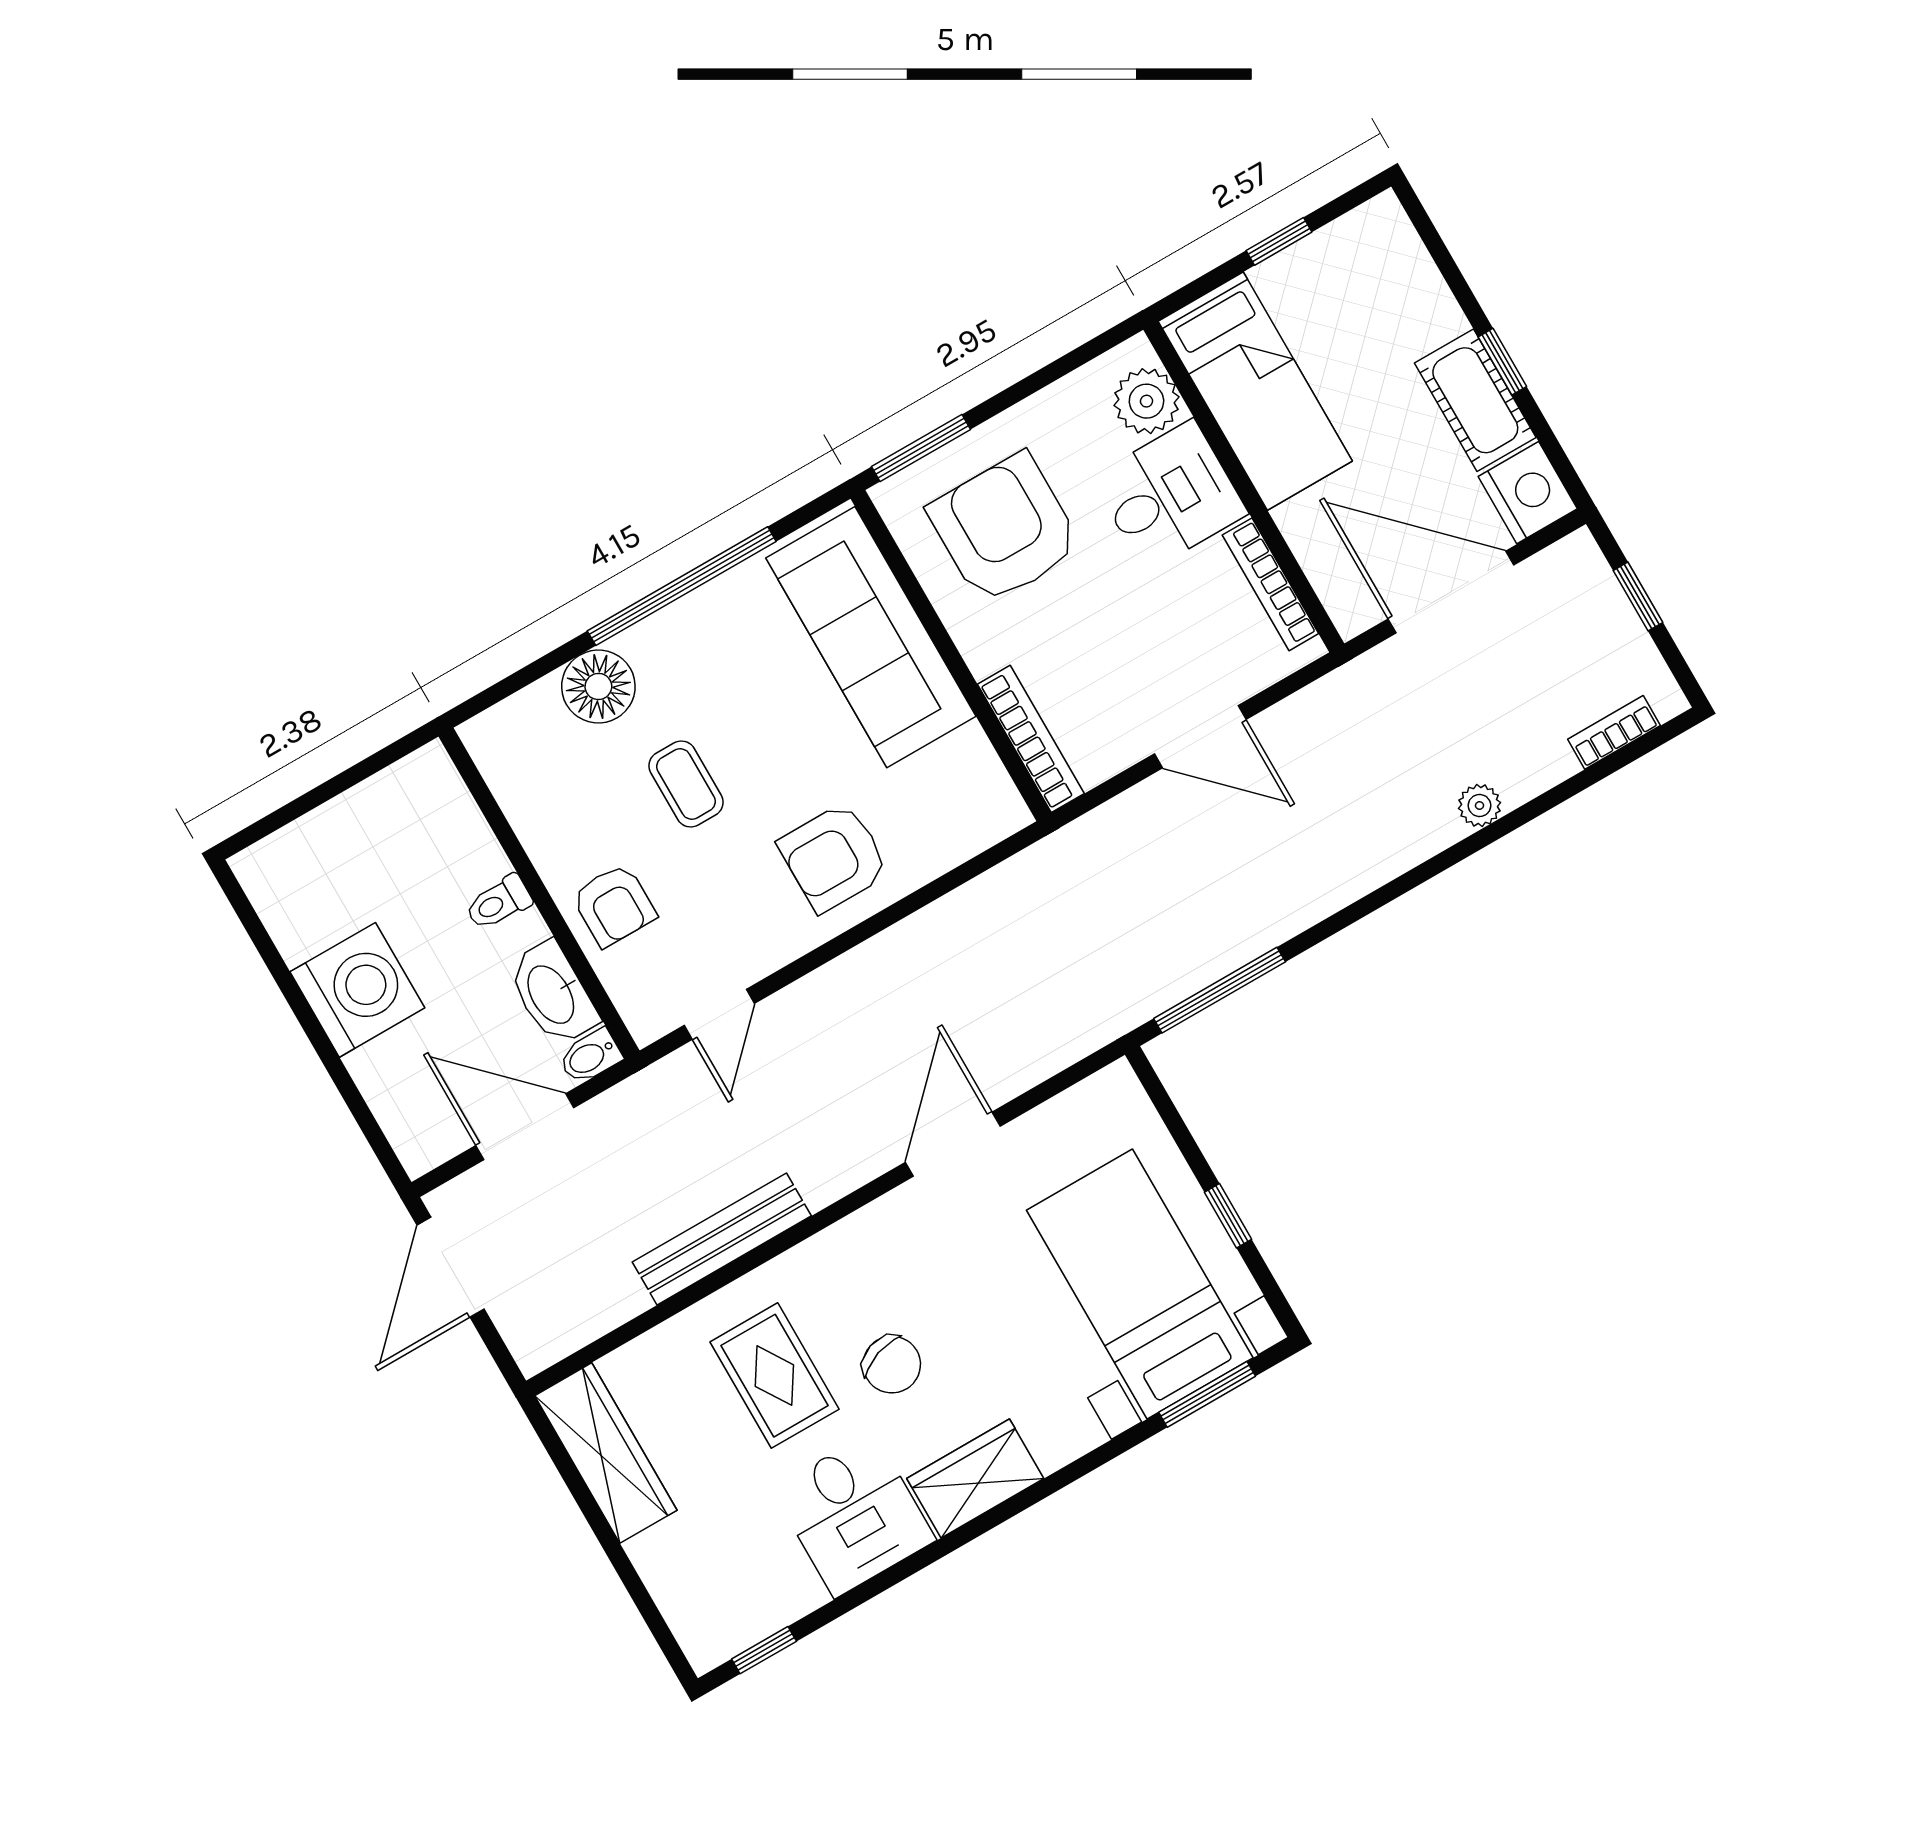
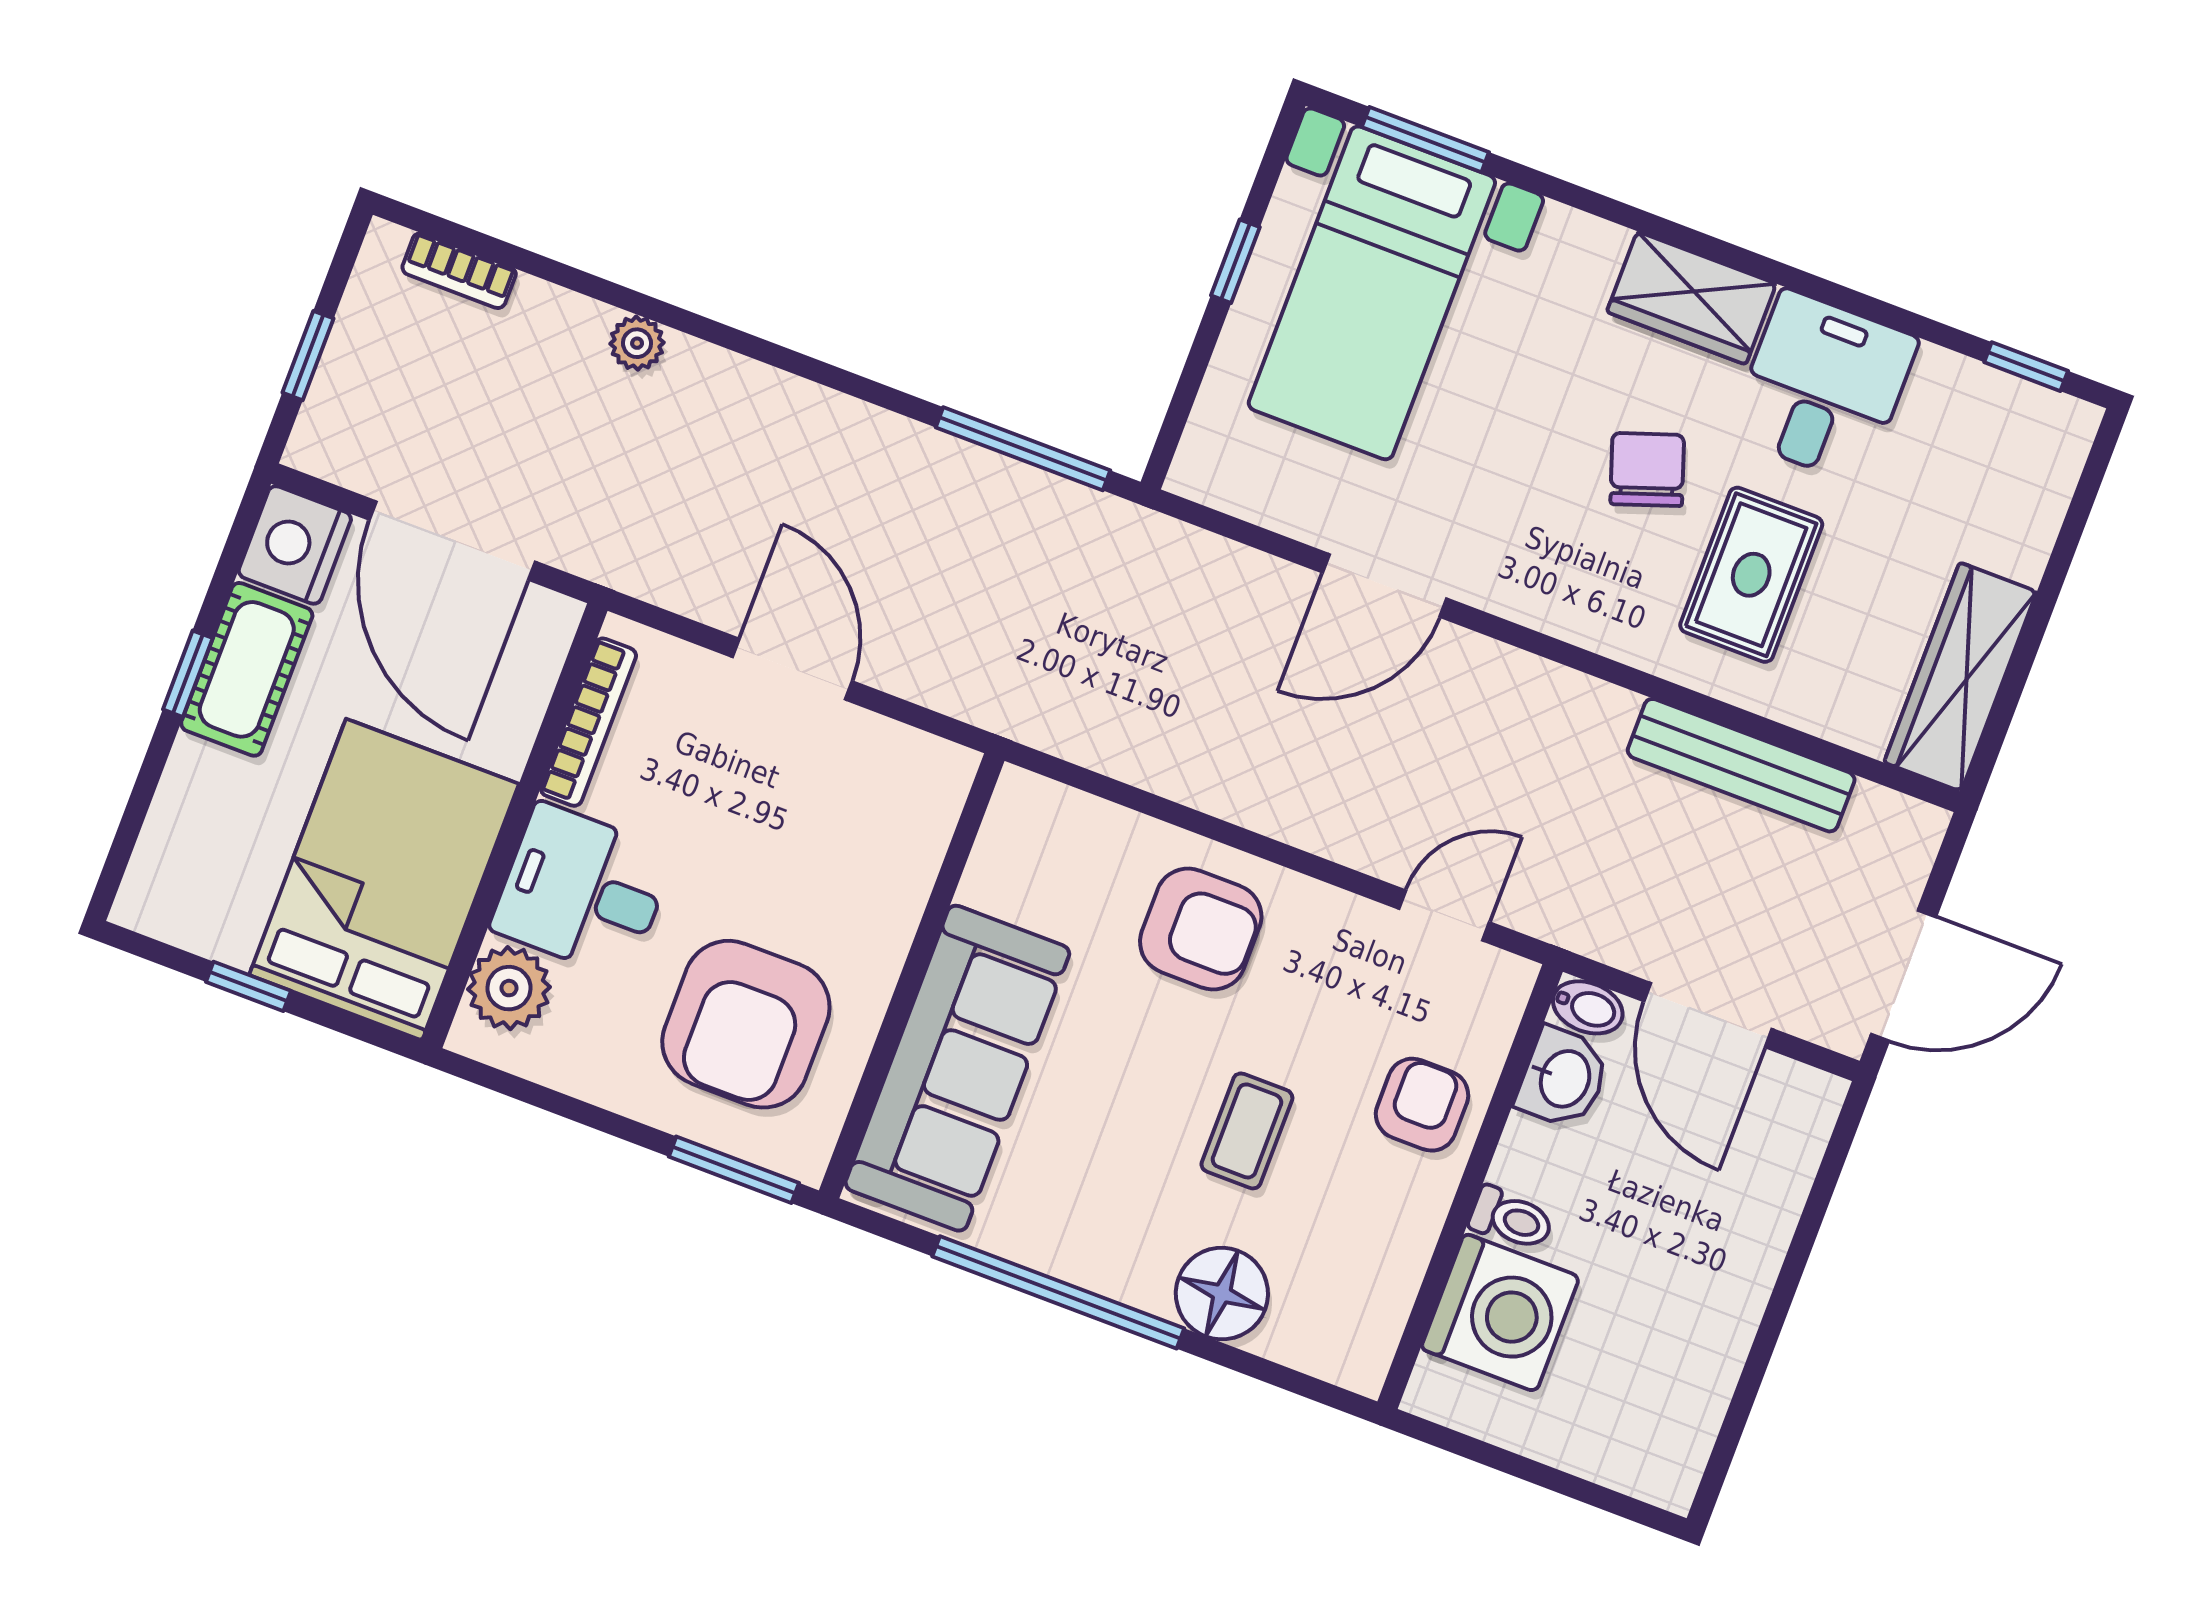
bed: (1255, 391) -> (384, 879), width x1.50
bookcase: (1031, 739) -> (929, 832), removed
washing machine: (357, 990) -> (1500, 1313), moved, turned 180
washbasin: (552, 994) -> (1563, 1078), width x0.72
bench: (722, 1239) -> (1741, 765), moved

